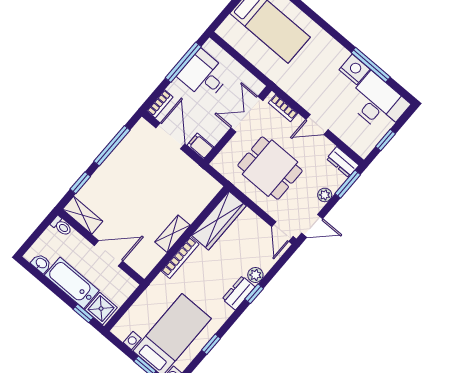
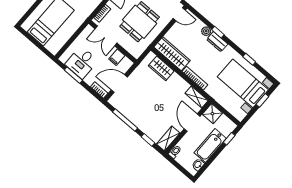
window: (183, 62) -> (73, 75), width x0.69
filing cabinet: (200, 146) -> (117, 57), moved
wardrobe: (195, 203) -> (161, 68), added
shelving: (173, 234) -> (197, 97), moved
shower: (101, 309) -> (212, 114), moved

